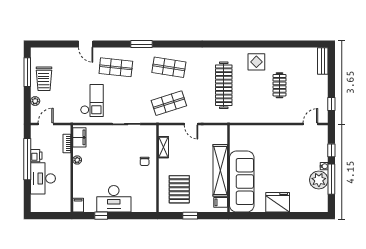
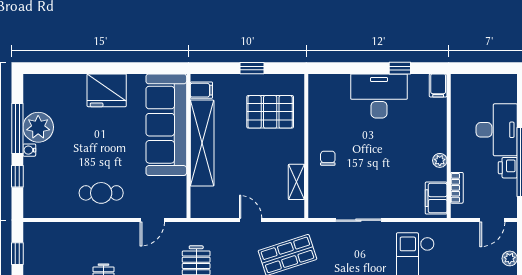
door: (310, 124) -> (152, 220), moved
cafe table: (281, 140) -> (101, 193), added
pallet: (179, 189) -> (270, 112), turned 90

